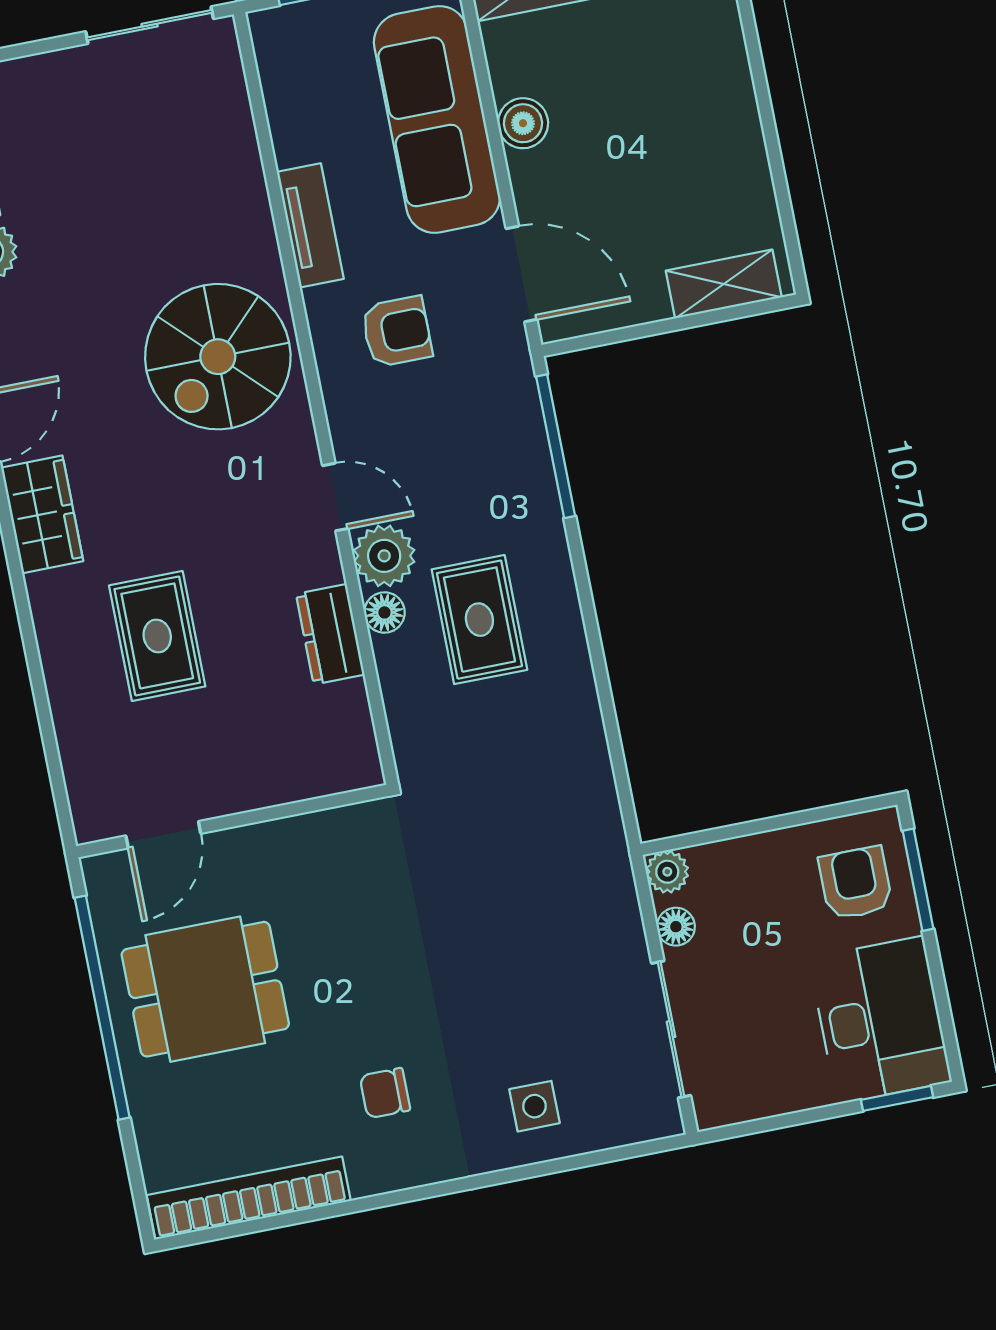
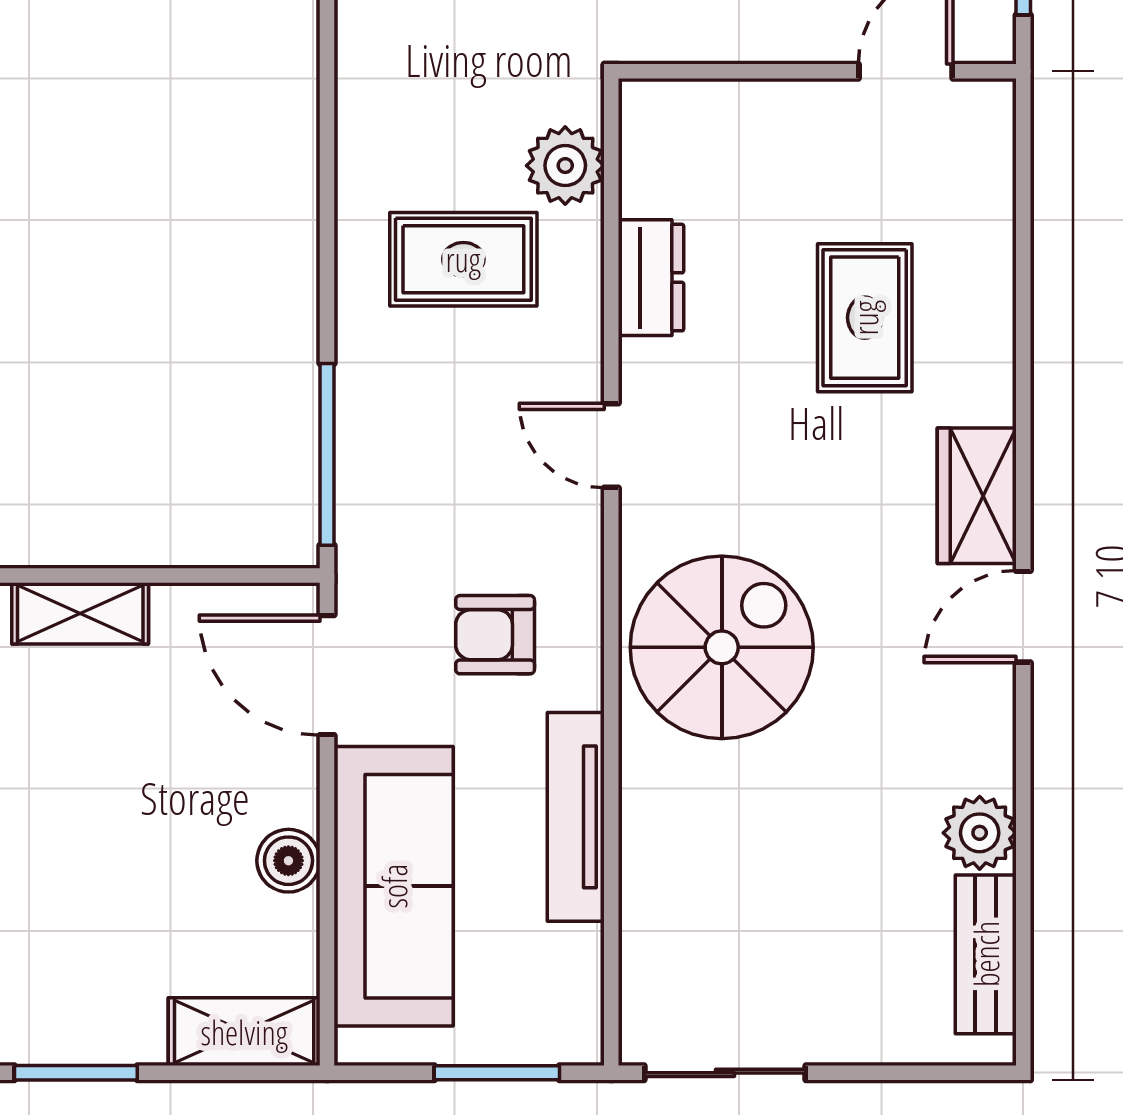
tv unit: (310, 225) -> (576, 817), width x1.41
plant: (384, 556) -> (565, 166), moved
floor lamp: (384, 612) -> (579, 291), removed
rug: (479, 620) -> (463, 259), turned 90

